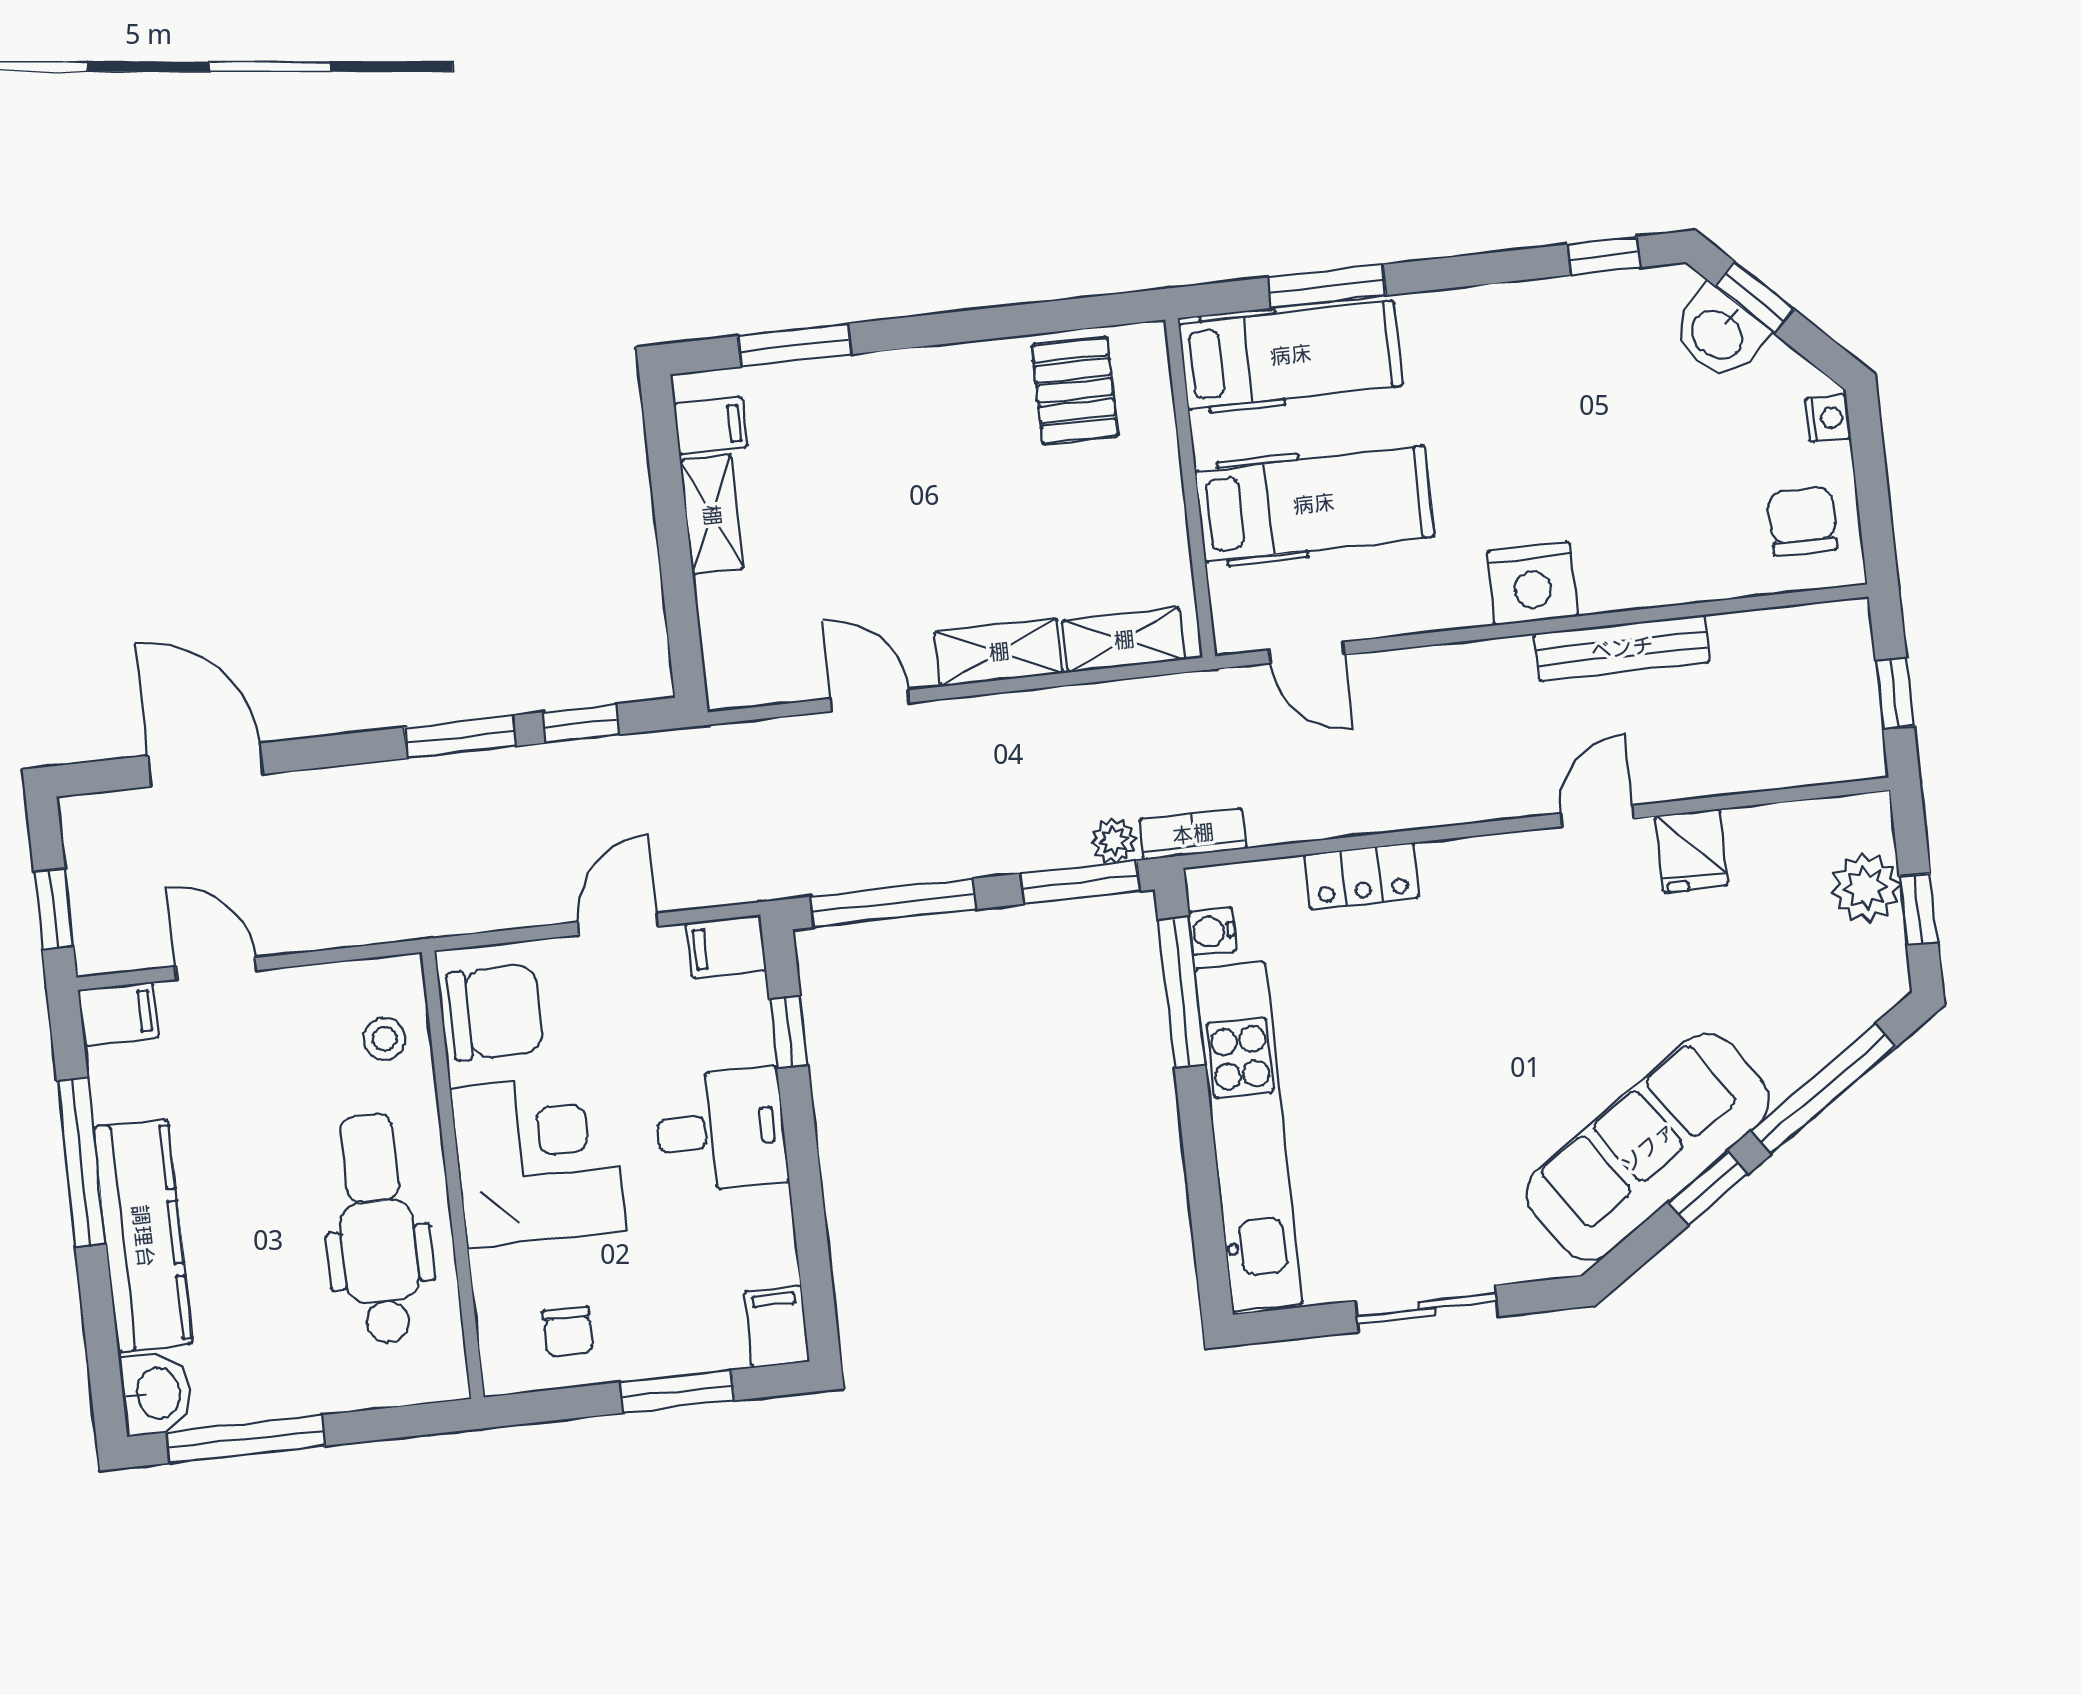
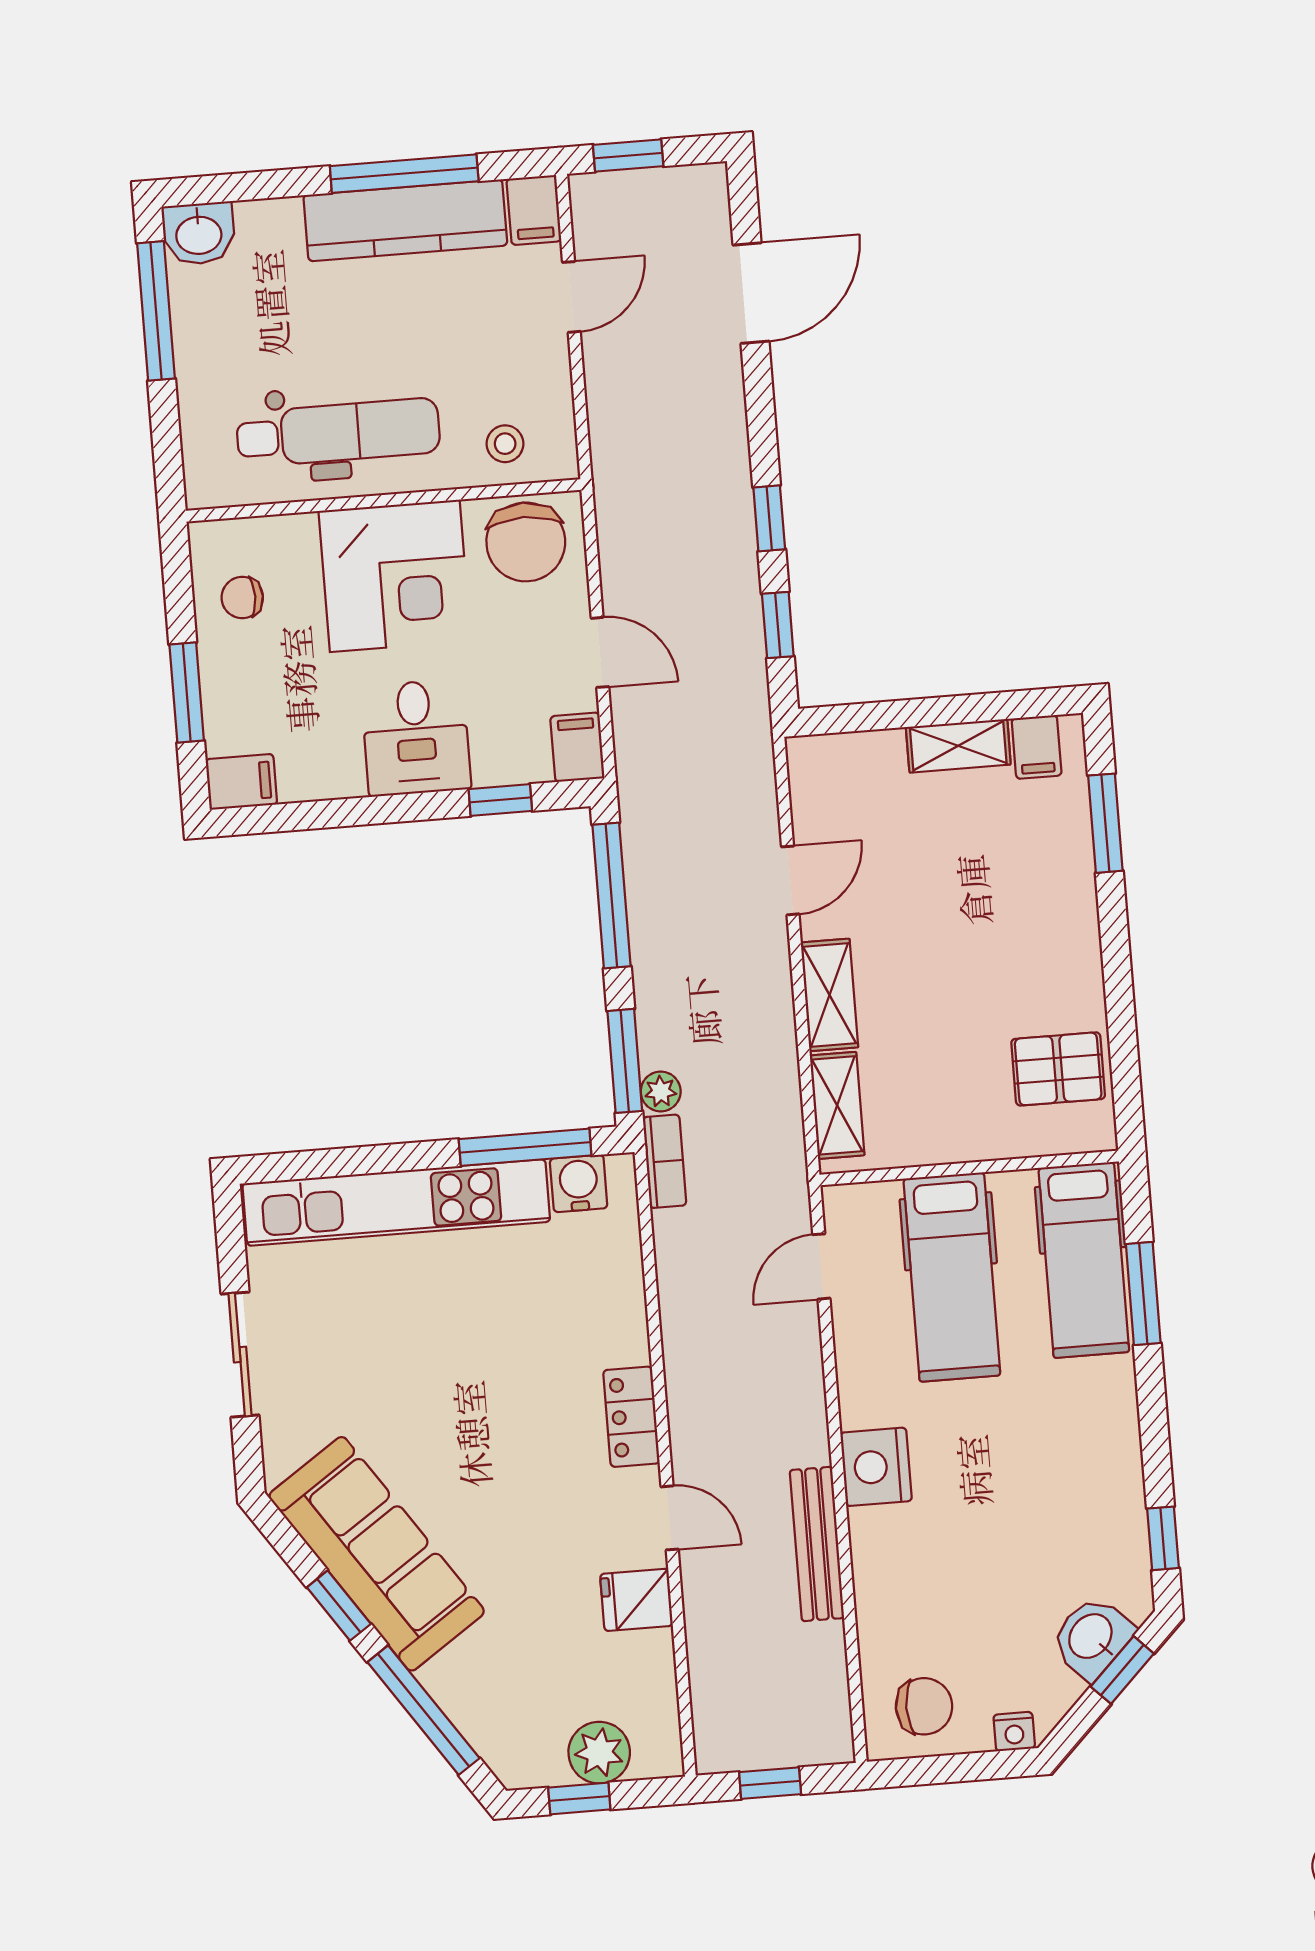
window: (460, 737) -> (769, 518), width x0.67
locker: (1362, 876) -> (631, 1417), moved
water cooler: (1213, 931) -> (579, 1183), width x1.38, depth x1.38
kitchen counter: (143, 1236) -> (405, 220), moved

